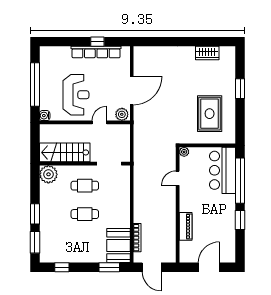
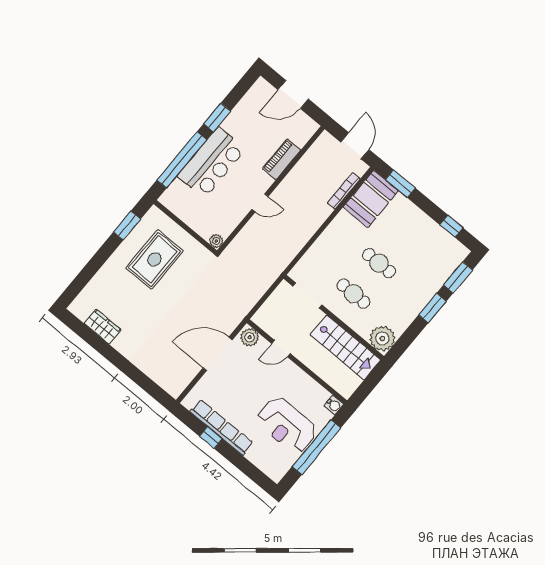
window: (240, 89) -> (127, 226), moved
reception desk: (76, 95) -> (287, 425), moved, turned -90
bar counter: (223, 170) -> (211, 163), moved
door: (178, 178) -> (260, 203), moved

